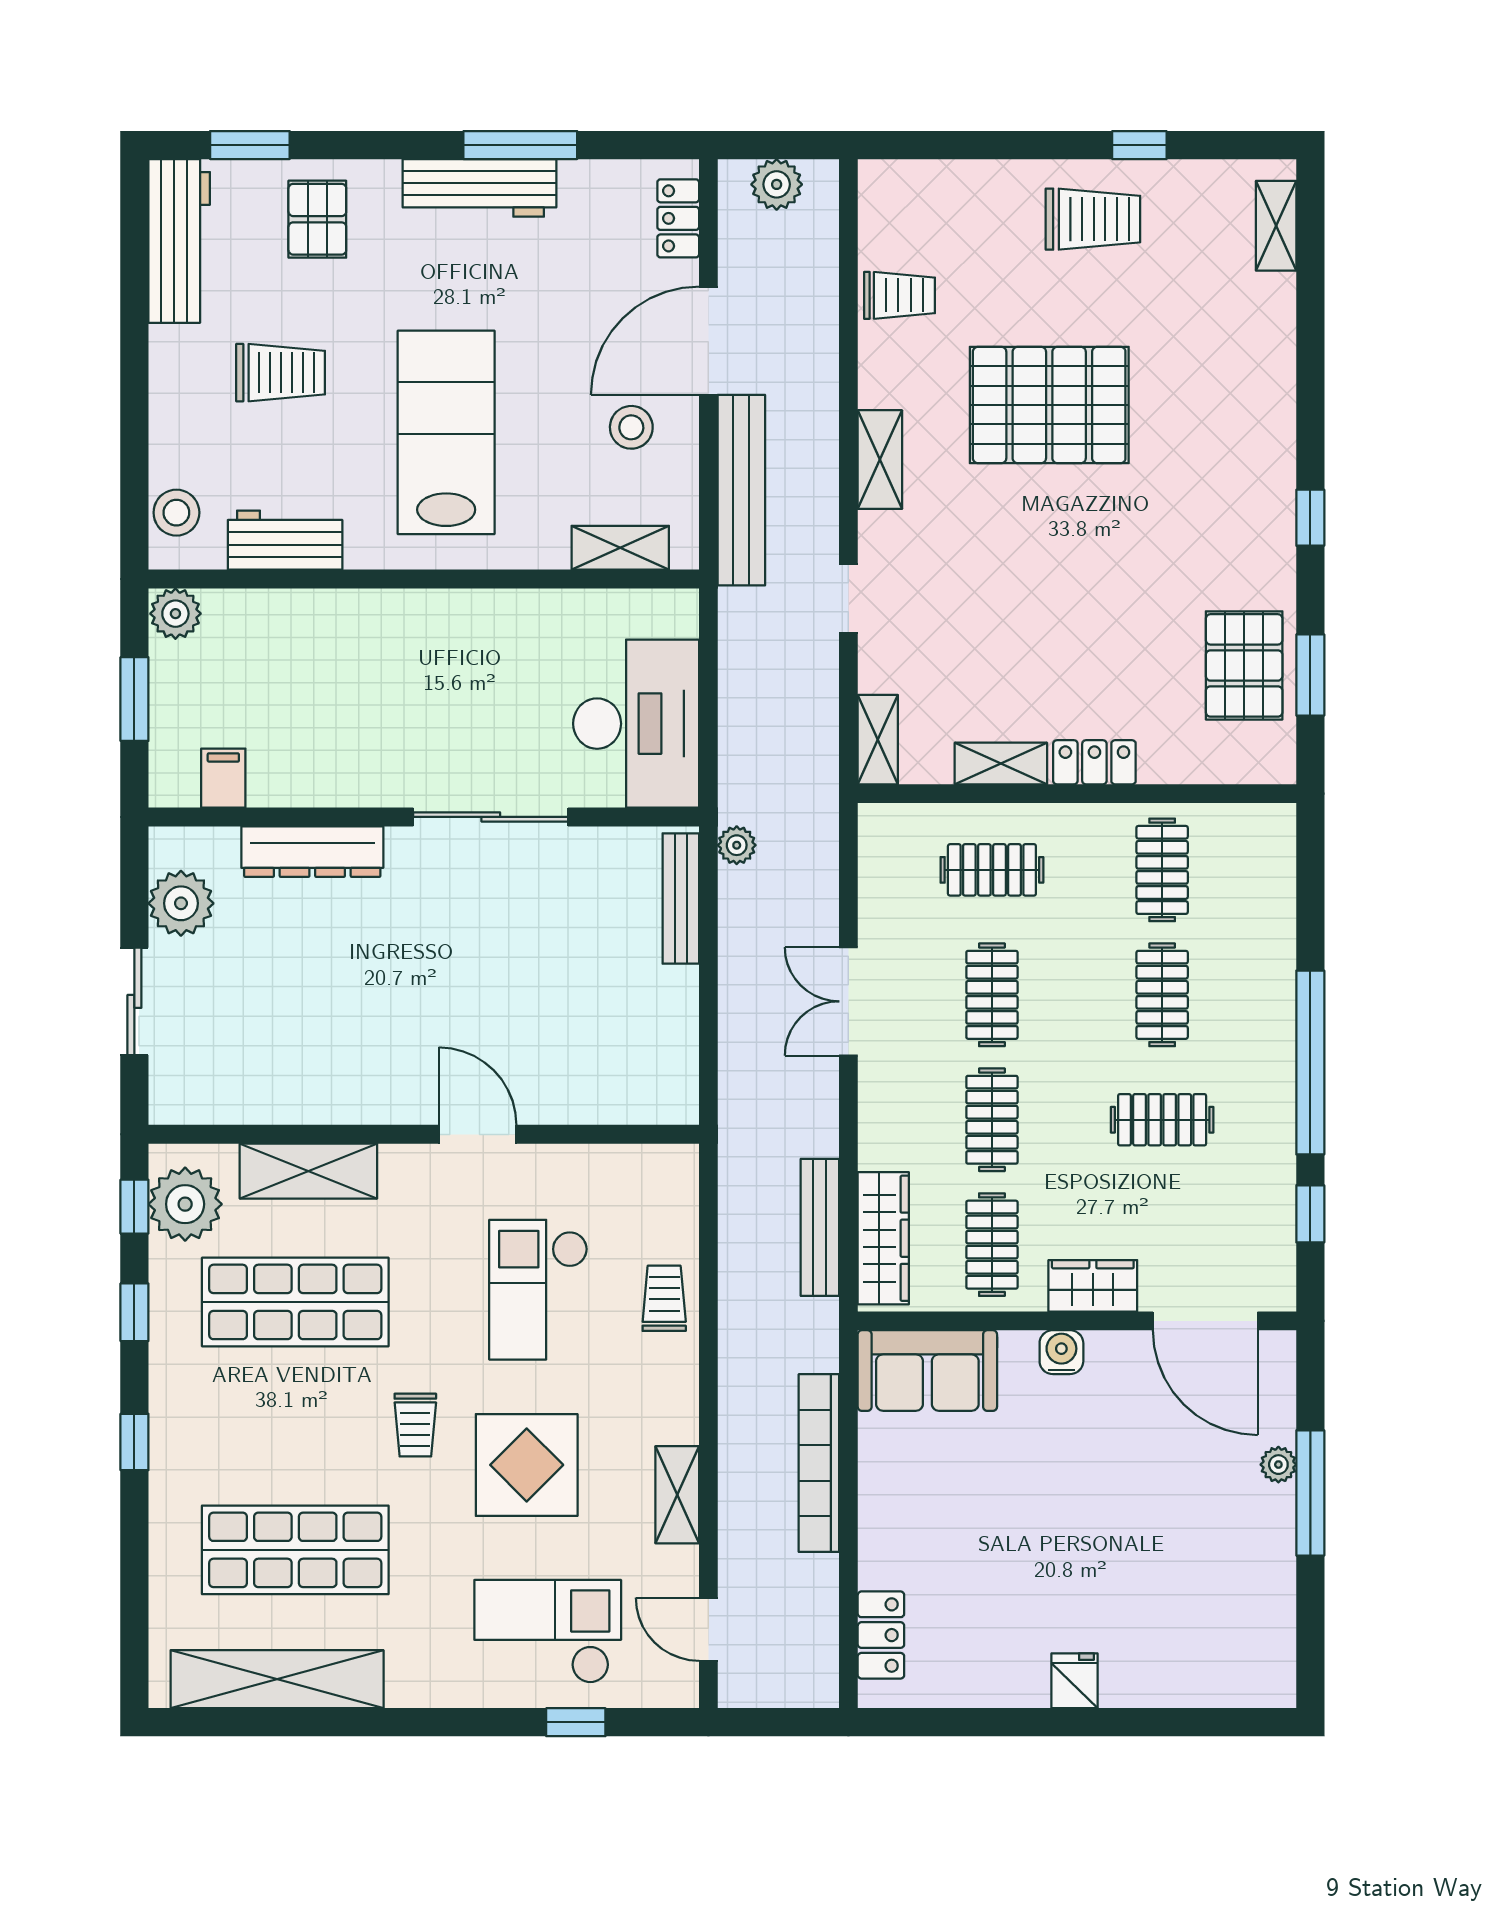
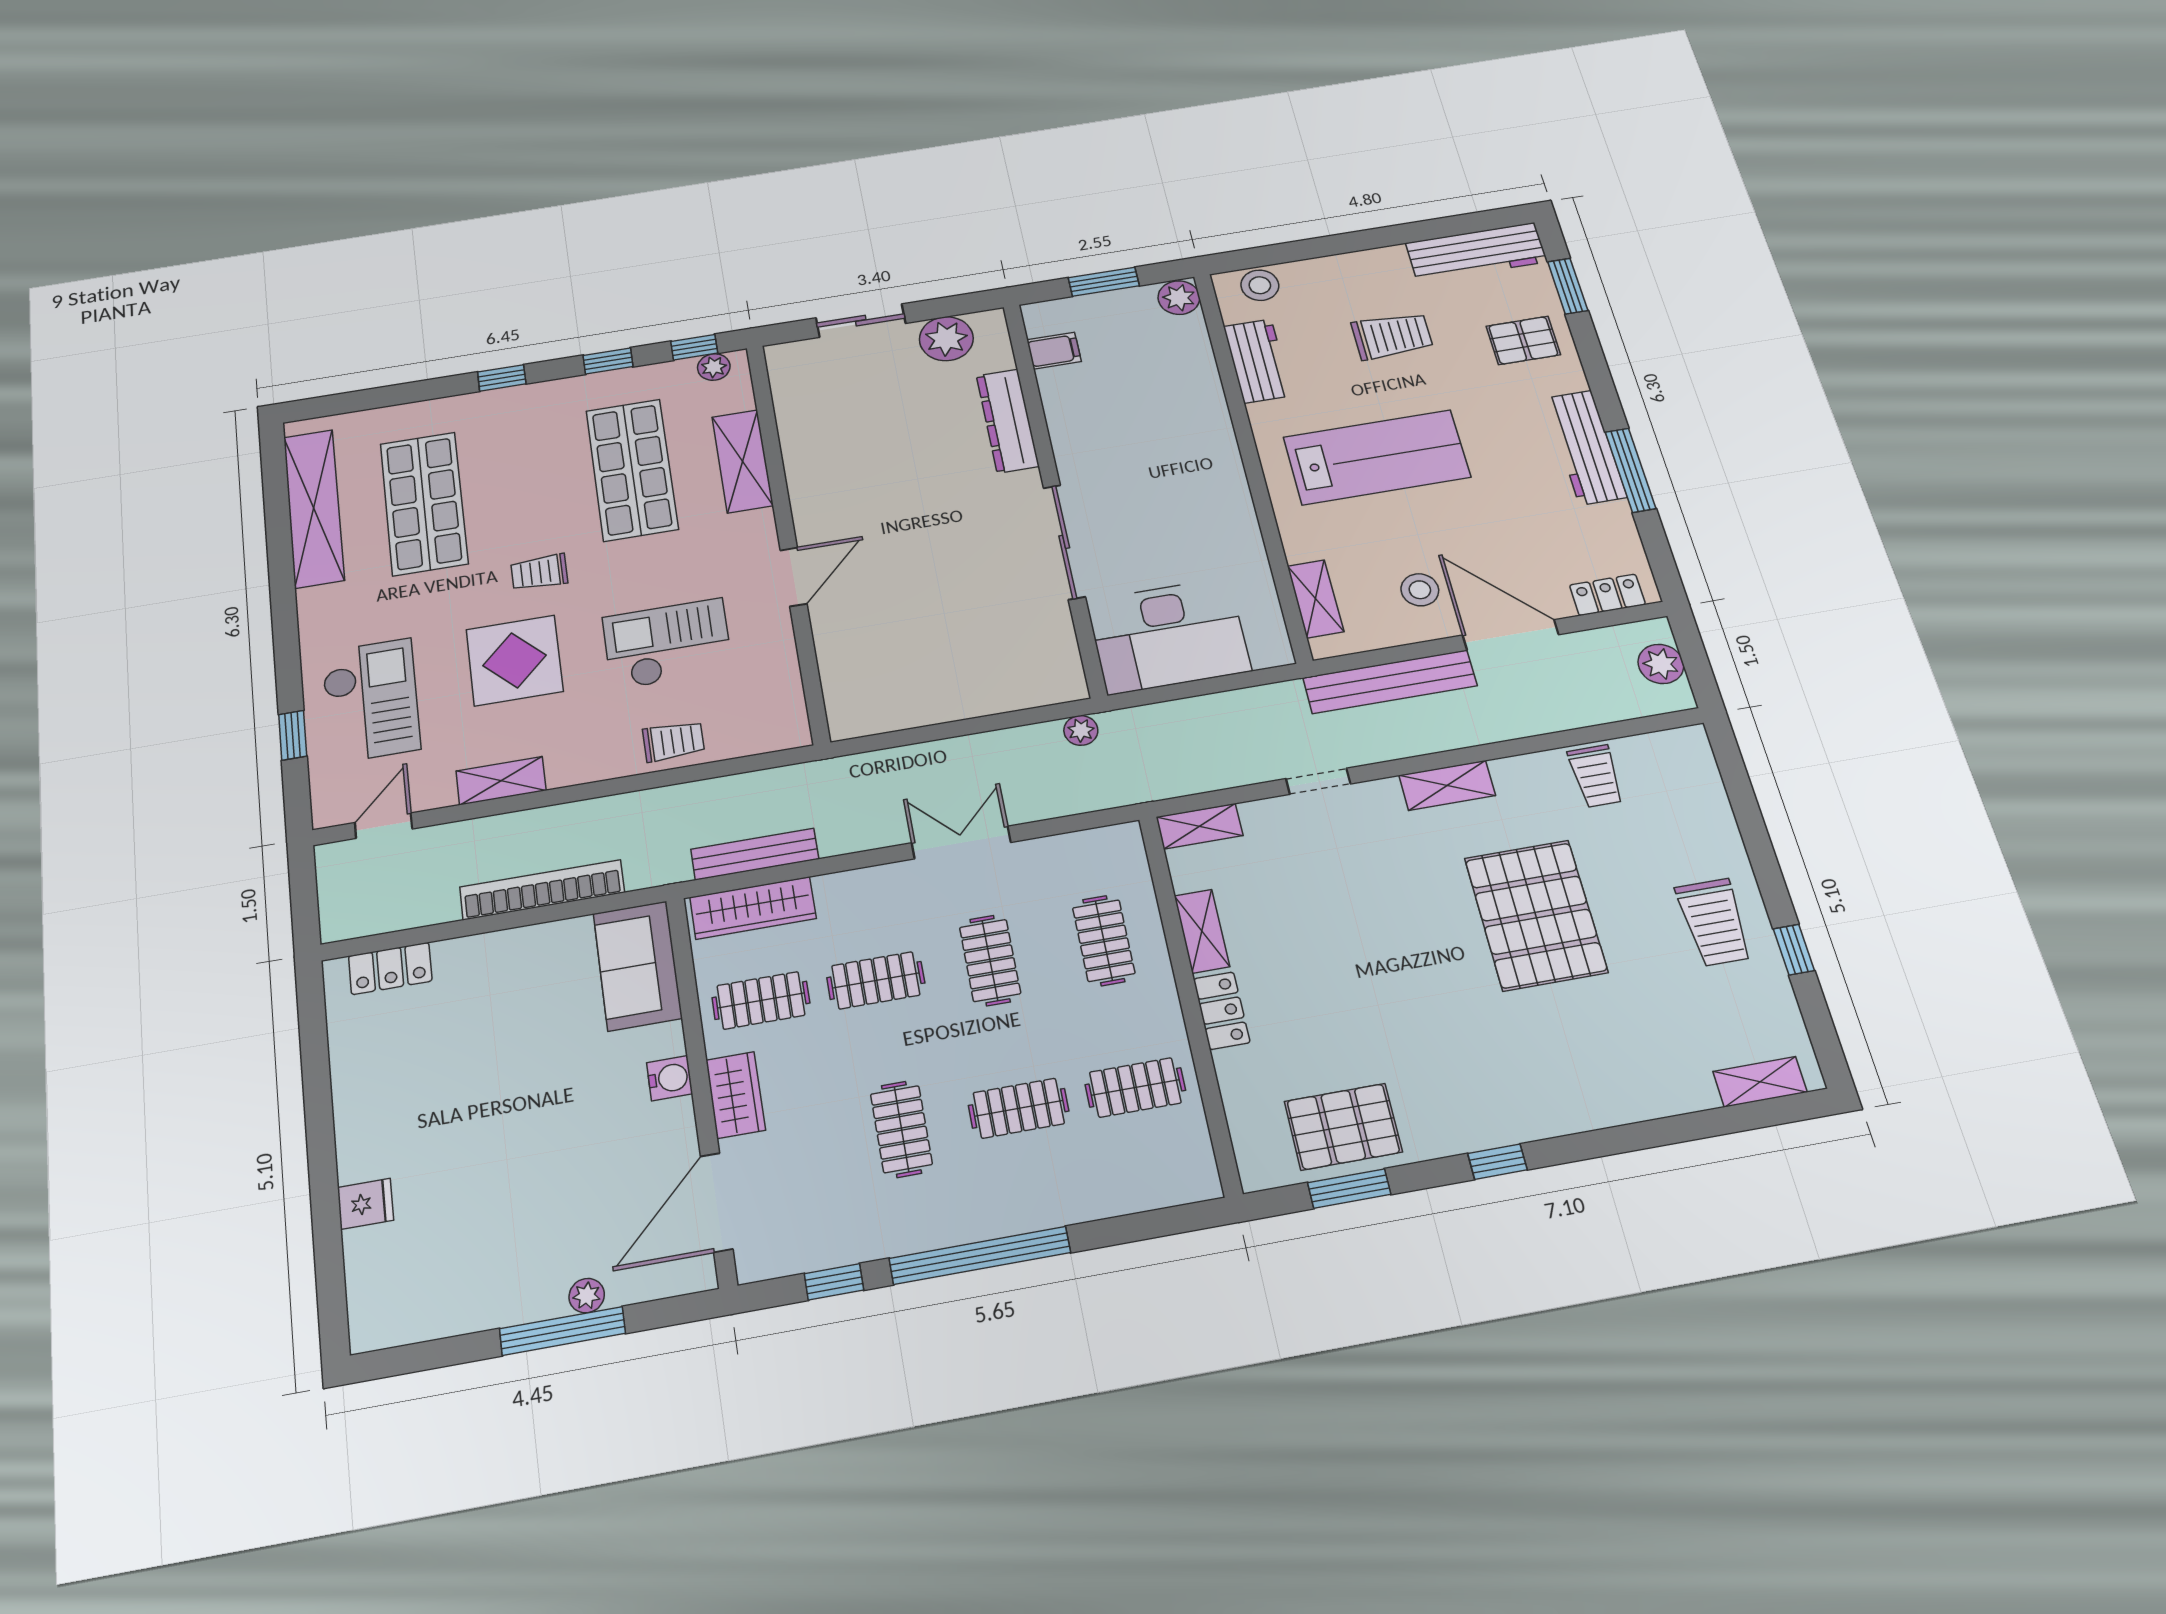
trolley: (281, 373) -> (1392, 336), turned -90
bench: (681, 899) -> (1025, 695), removed
clothes rail: (992, 995) -> (990, 960), turned 90
plant: (185, 1204) -> (714, 367), width x0.53, depth x0.53
fridge: (1075, 1681) -> (365, 1204), moved

